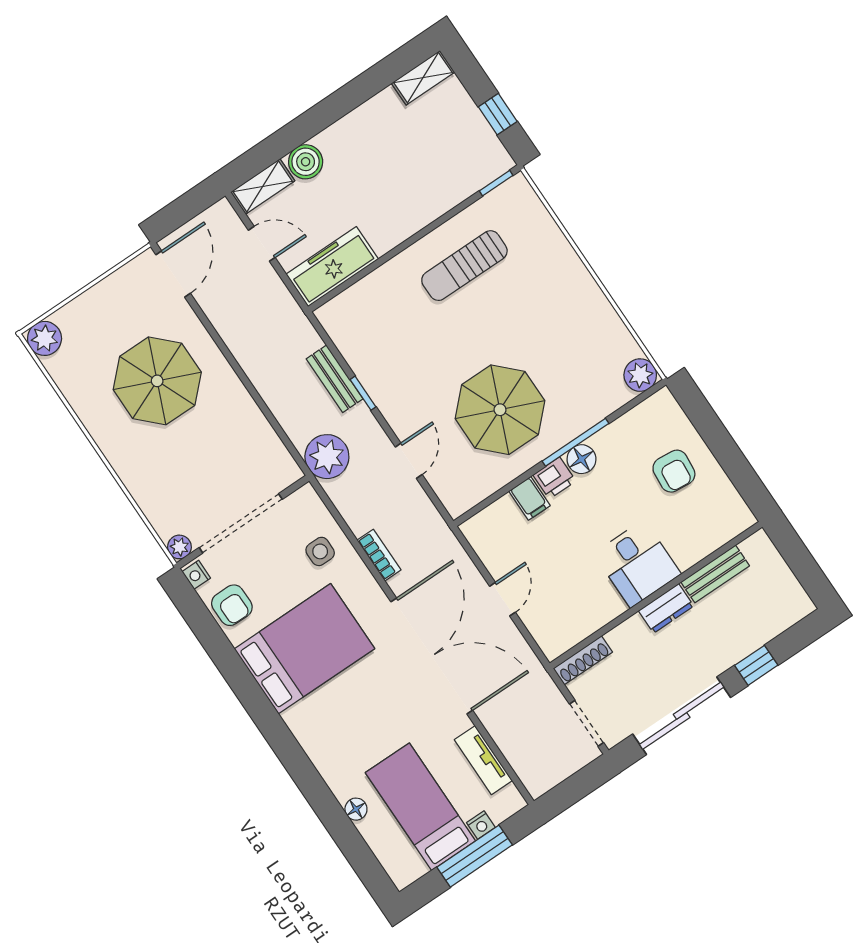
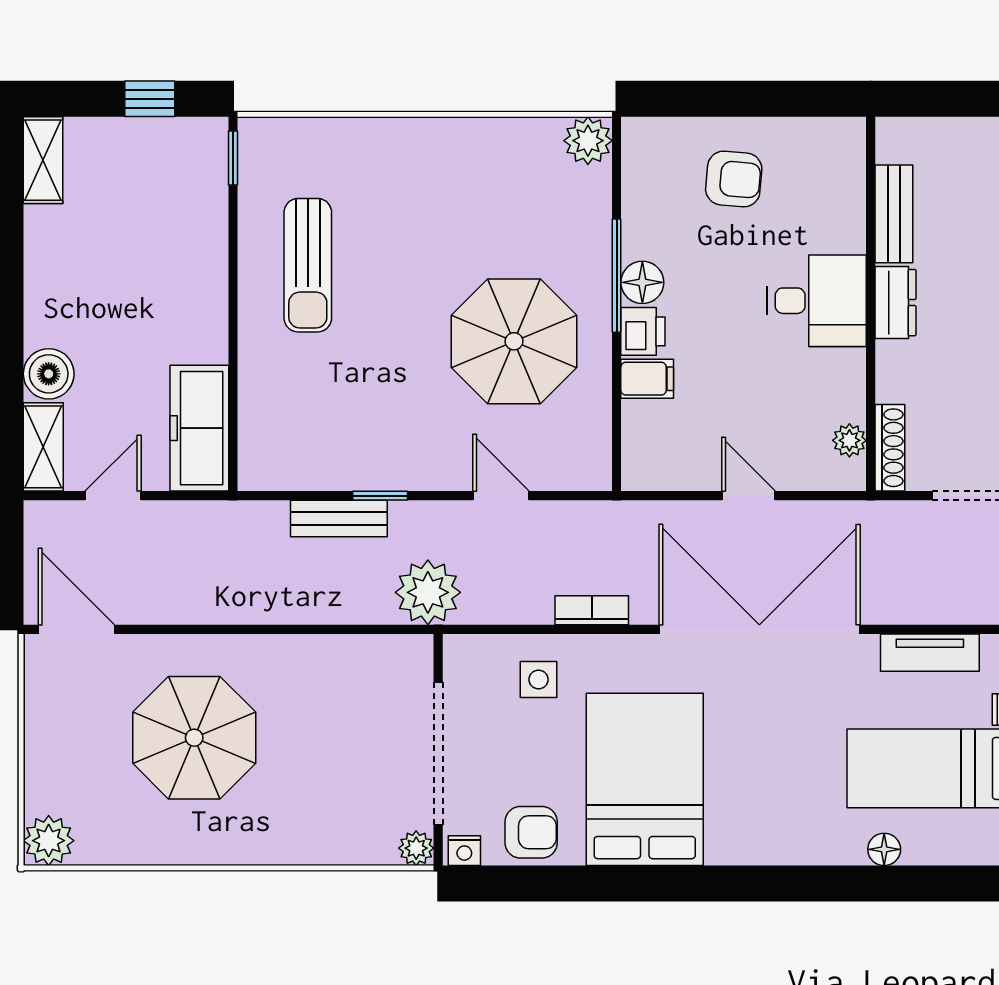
plant: (572, 635) -> (849, 440), added

